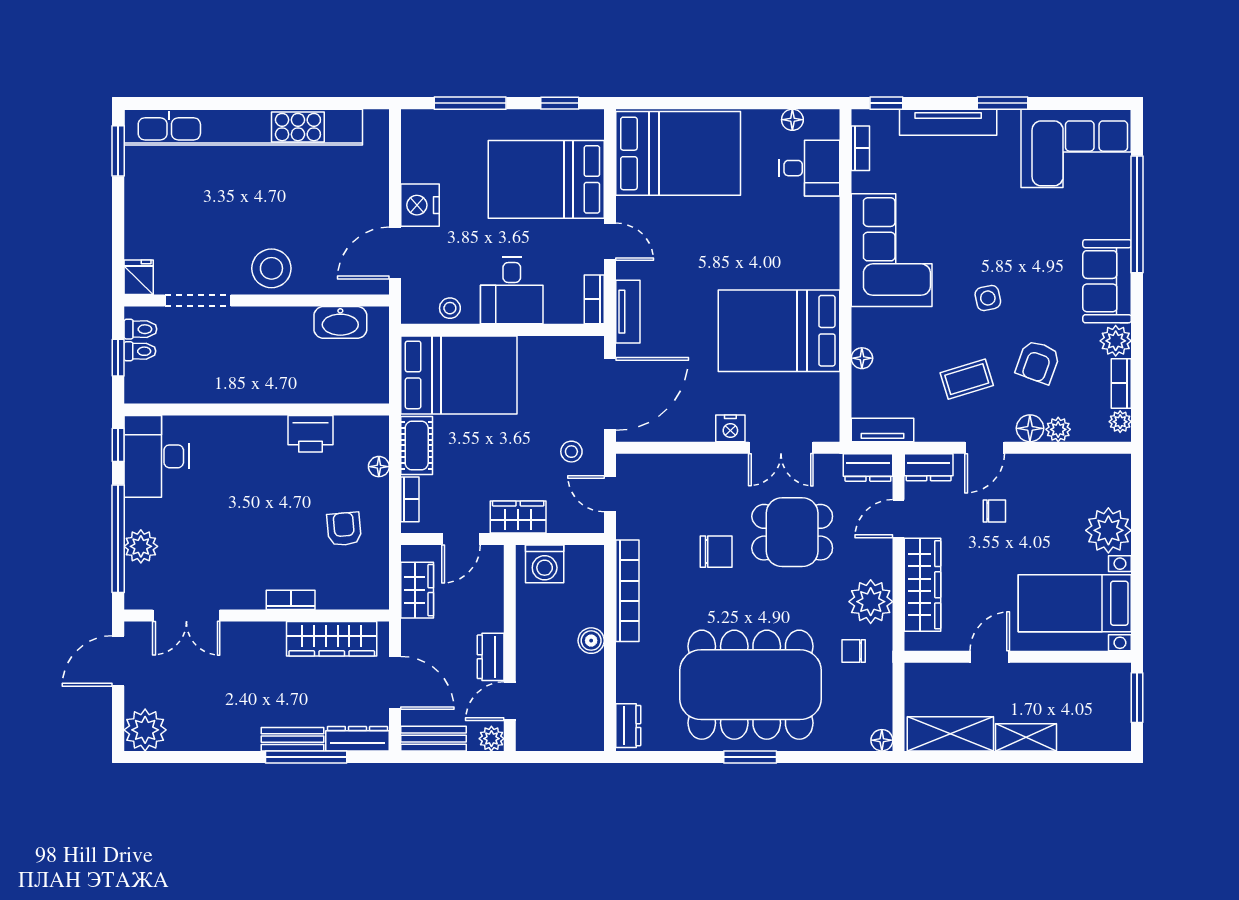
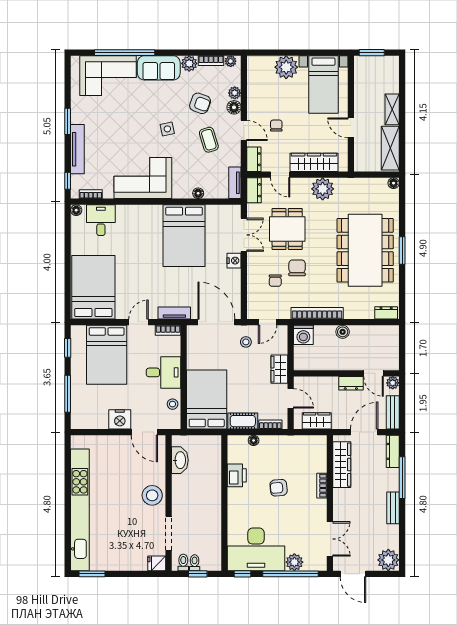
floor lamp: (792, 120) -> (76, 210), moved
corner sofa: (1076, 148) -> (108, 76), moved, turned 90
desk: (156, 456) -> (256, 549), width x1.36, depth x1.30
armchair: (344, 529) -> (279, 488), moved
washing machine: (545, 564) -> (303, 335), moved, turned 90
chair: (854, 651) -> (275, 281), moved
bench: (292, 739) -> (393, 508), moved

